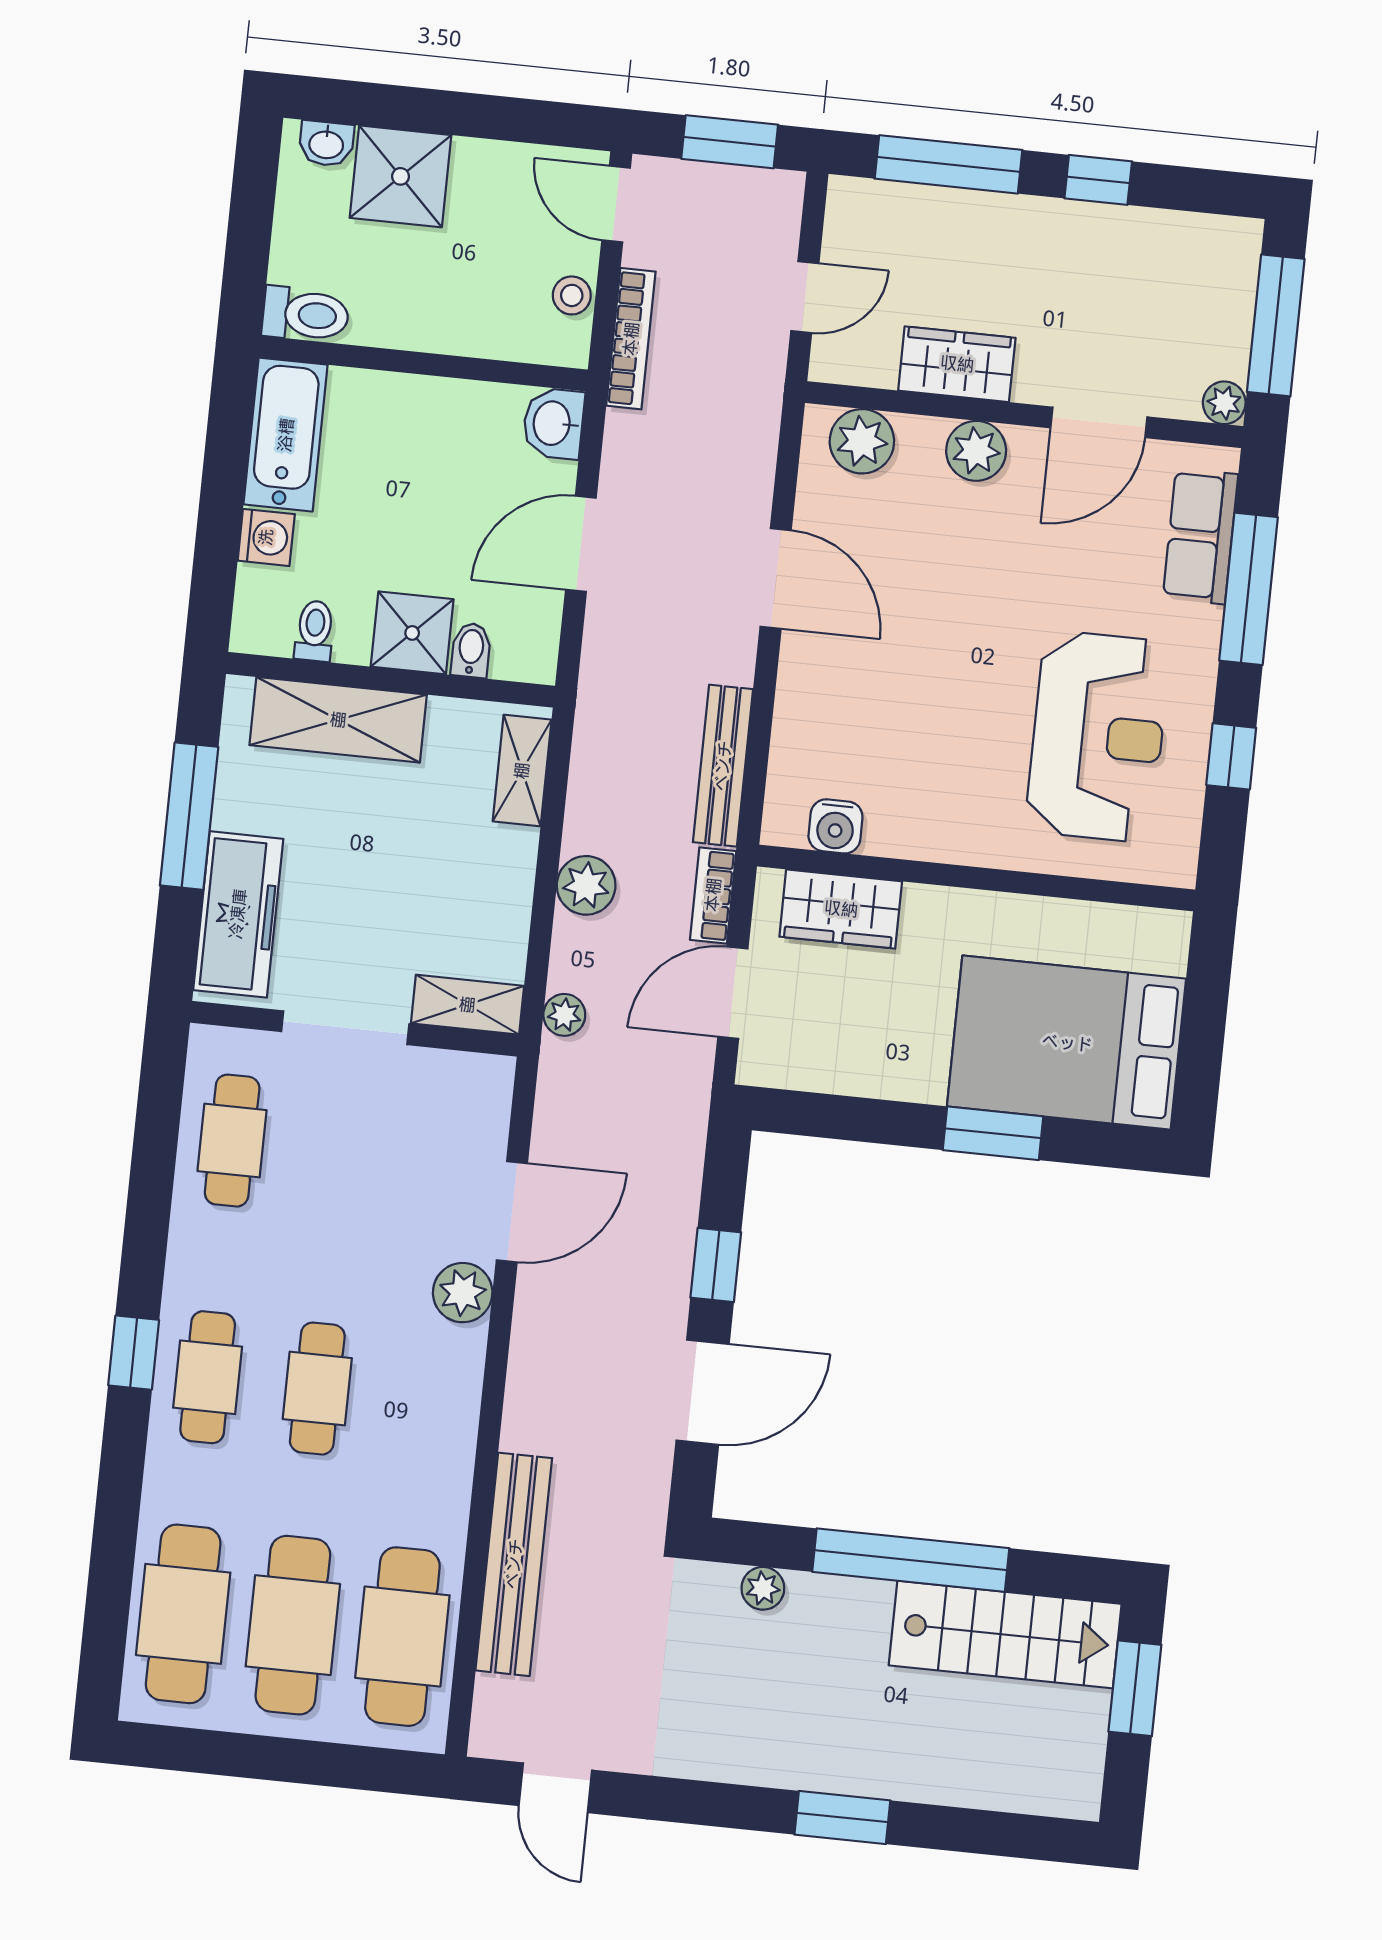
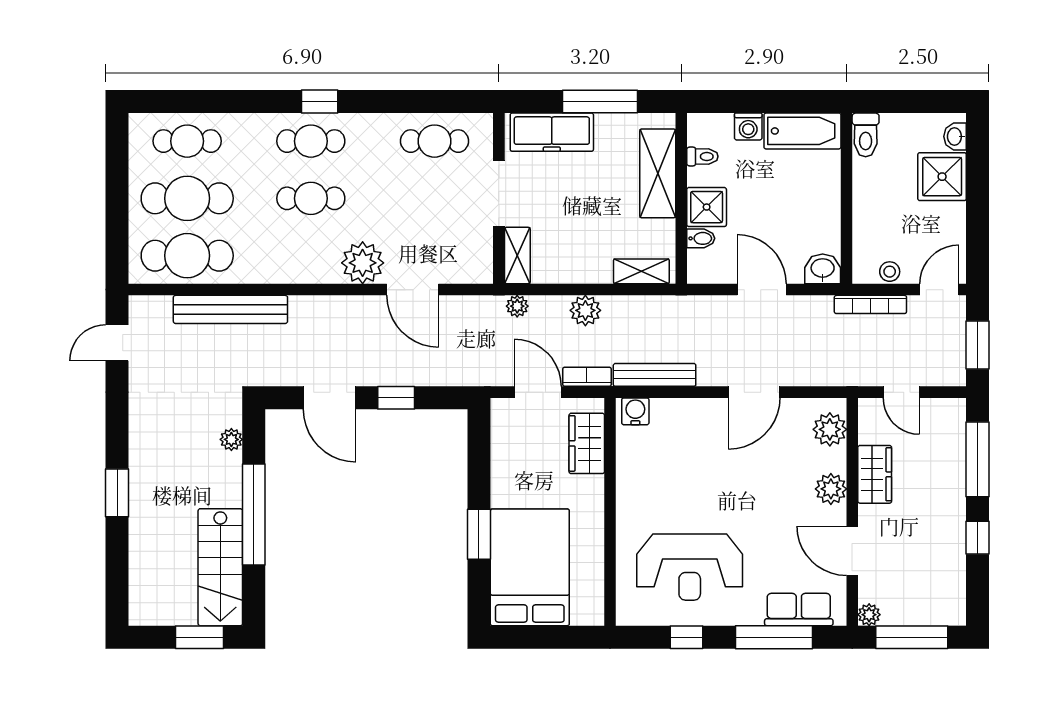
water cooler: (835, 826) -> (635, 411), moved, turned 90
plant: (463, 1293) -> (363, 263), width x1.36, depth x1.36
cafe table: (183, 1614) -> (187, 141), width x0.73, depth x0.74

